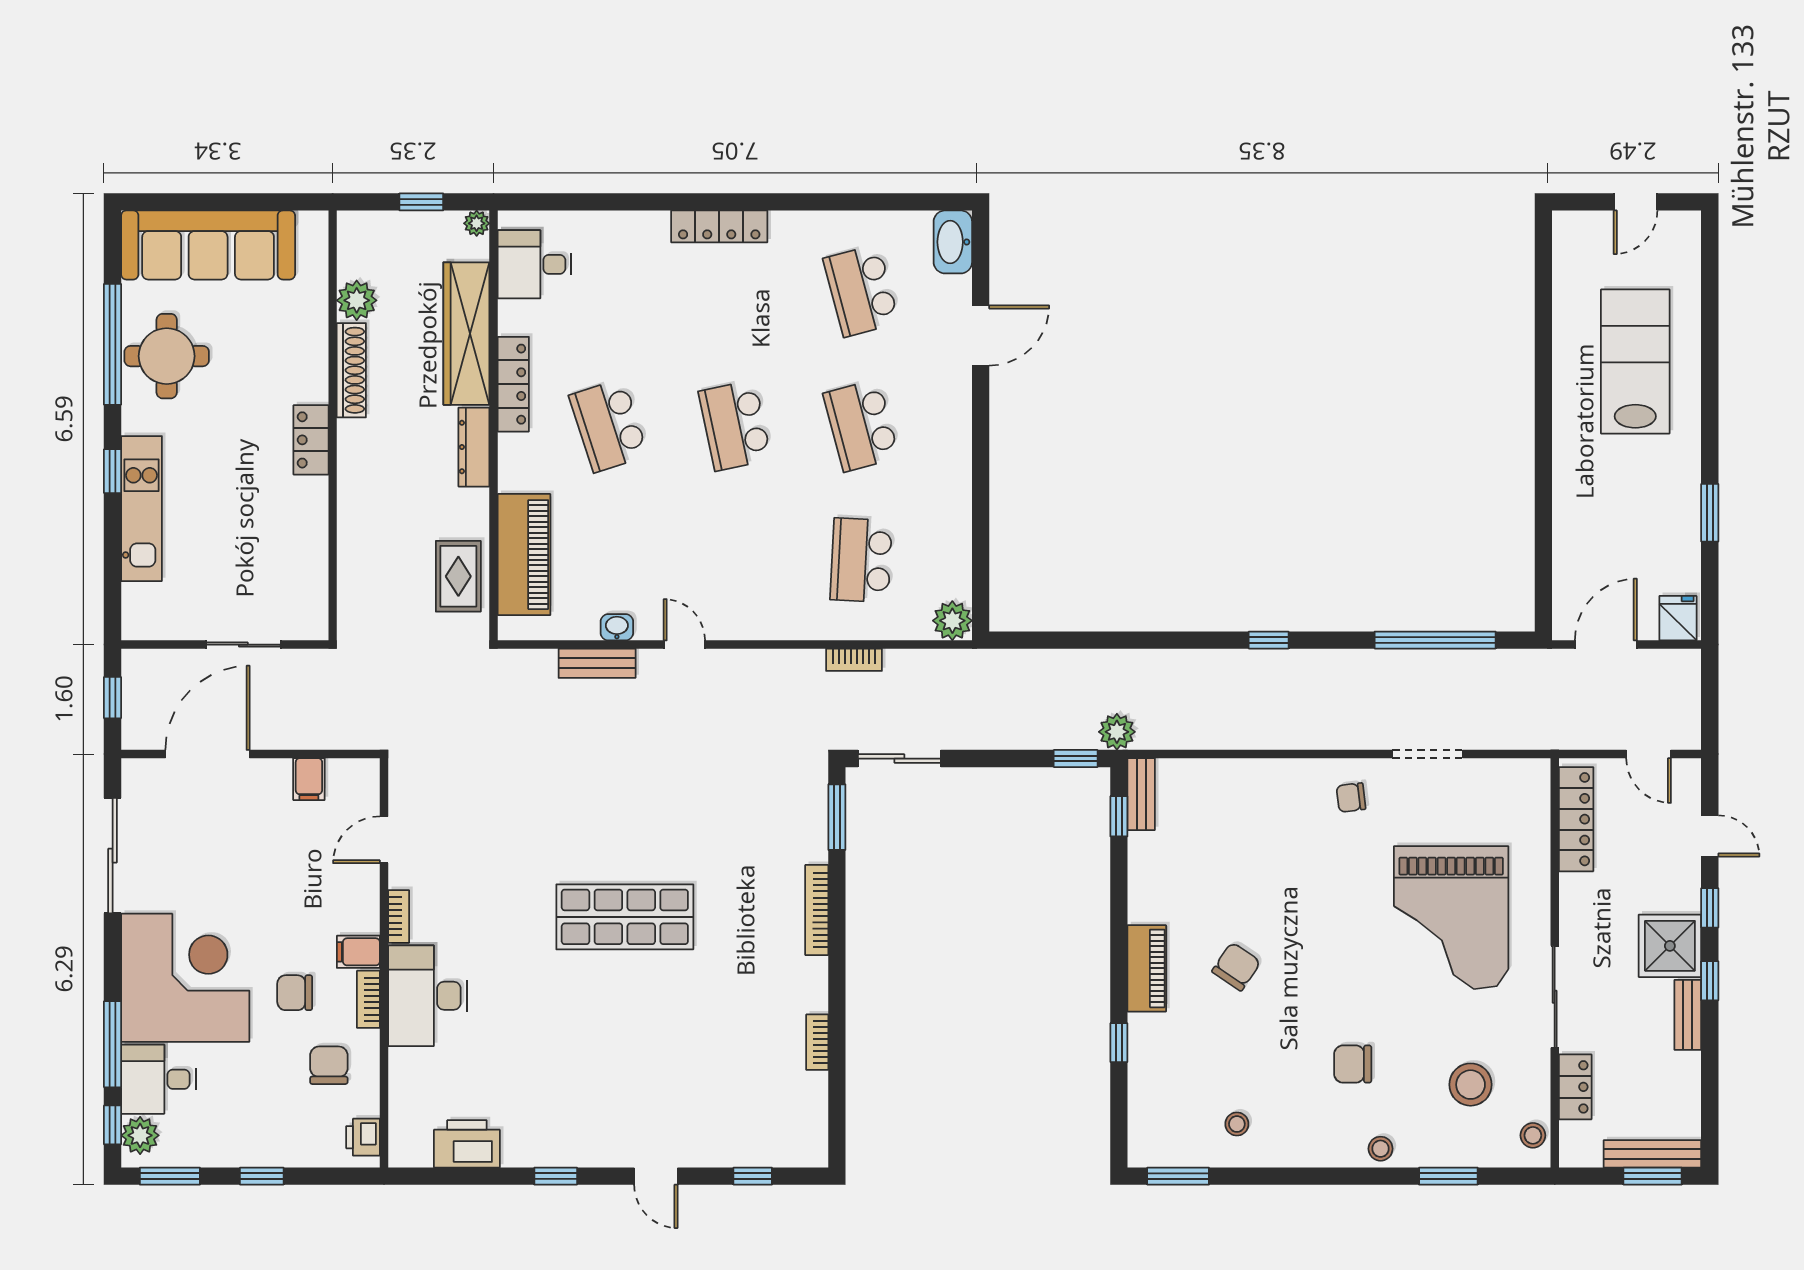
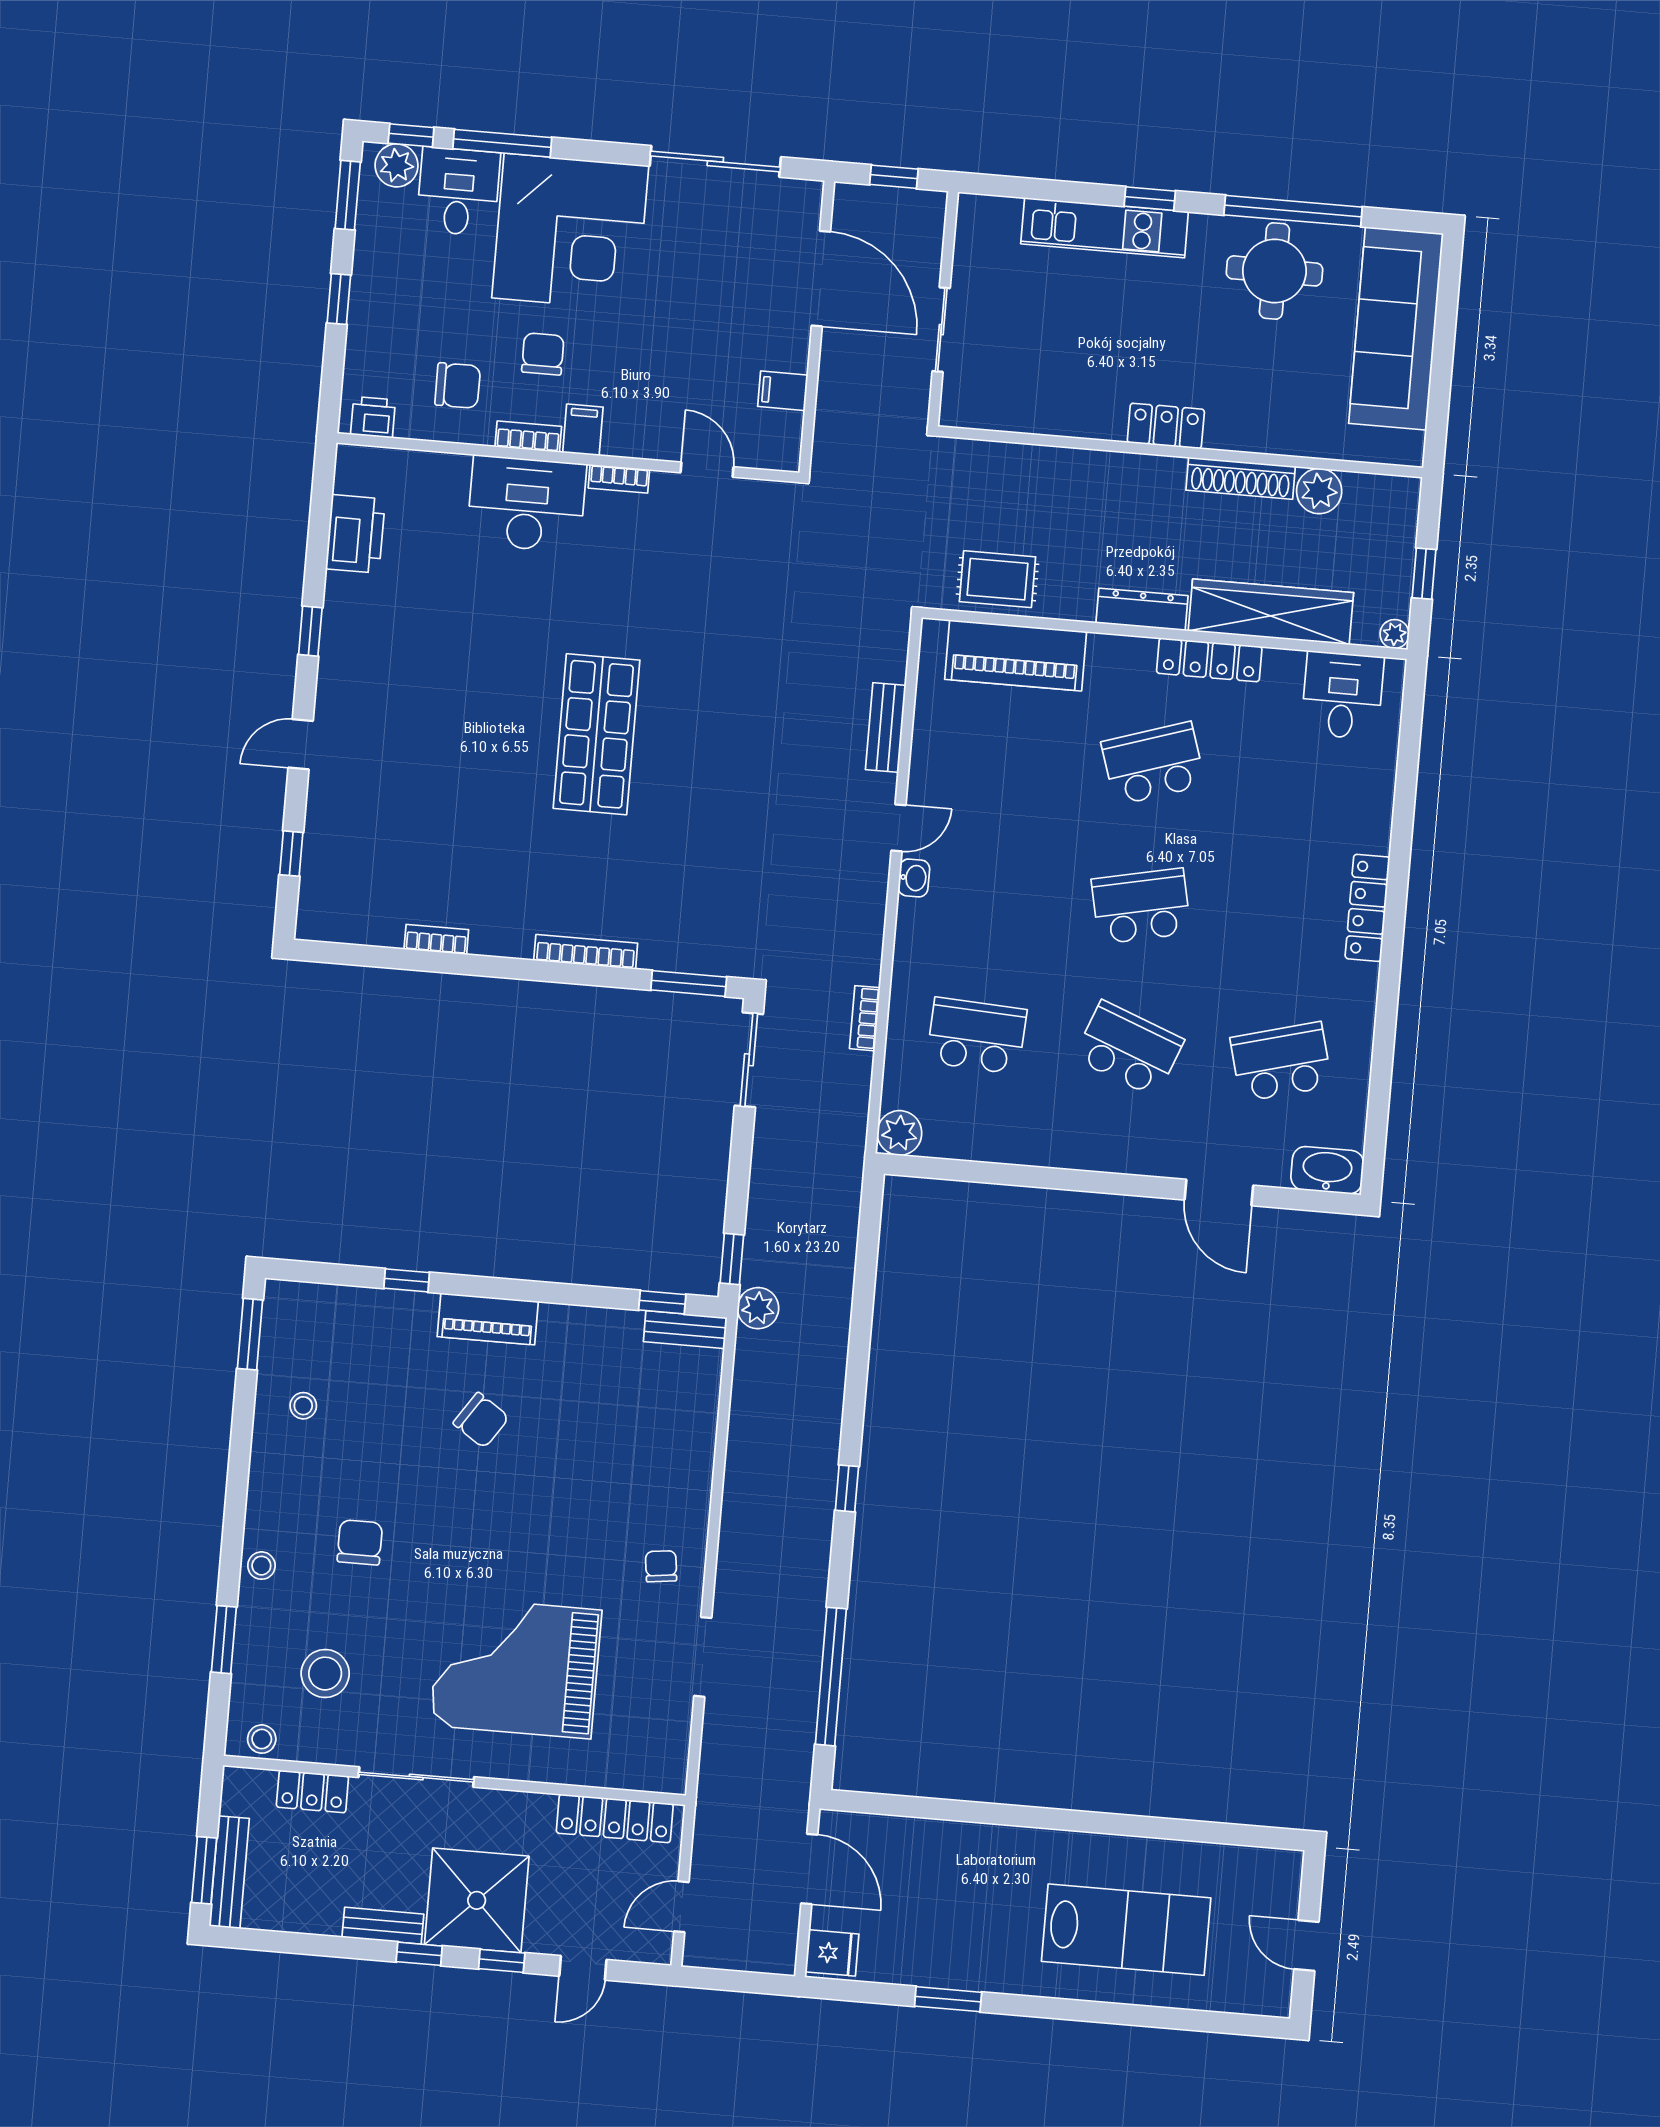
school desk: (861, 425) -> (1129, 1049), turned 36
washbasin: (617, 627) -> (914, 878), moved
shower: (1670, 946) -> (477, 1900), width x1.37, depth x1.37

